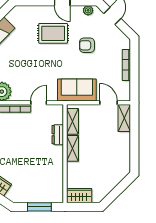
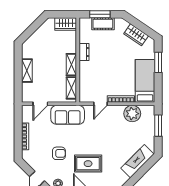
door: (109, 103) -> (40, 104), hinge flipped
shelving: (124, 118) -> (27, 71), moved
dresser: (58, 135) -> (84, 52), moved
cot: (36, 196) -> (103, 24), added

